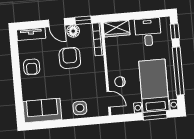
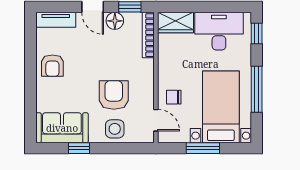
desk: (148, 32) -> (219, 31), width x1.37
armchair: (70, 58) -> (114, 95), moved
window: (178, 71) -> (257, 89), width x0.68
window: (155, 115) -> (203, 148), moved
window: (56, 124) -> (79, 148), added

